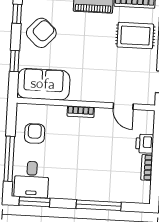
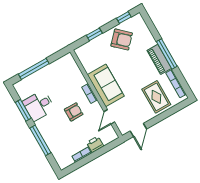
sofa: (43, 84) -> (106, 85), moved
armchair: (35, 133) -> (74, 112), moved
desk: (32, 179) -> (39, 106), moved
window: (34, 202) -> (23, 110), moved

